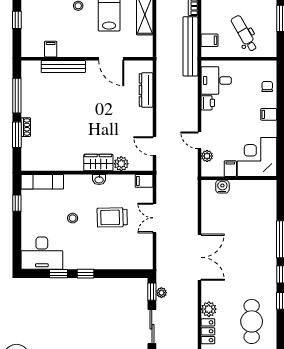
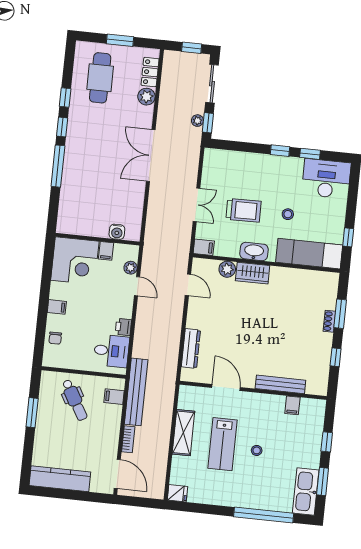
window: (17, 96) -> (336, 357), width x0.46
washbasin: (99, 180) -> (254, 252), width x1.91, depth x1.45
exam couch: (42, 182) -> (309, 254), width x1.36, depth x1.45

